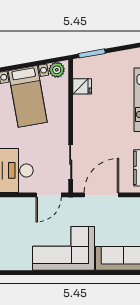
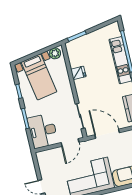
fridge: (82, 86) -> (78, 73), moved
door: (101, 195) -> (107, 134), hinge flipped

